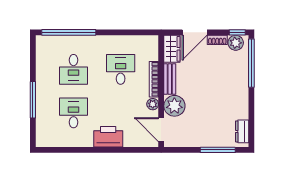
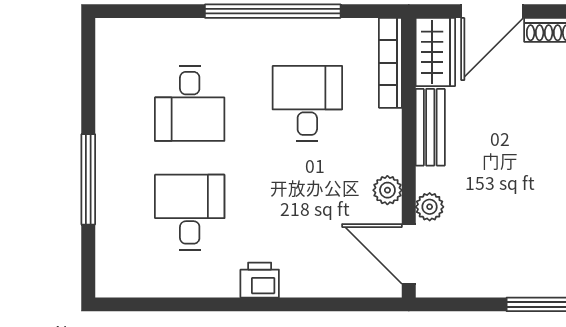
window: (69, 32) -> (273, 11), moved
bookcase: (154, 79) -> (390, 63), moved
plant: (174, 106) -> (430, 207), width x0.53, depth x0.53
printer: (108, 137) -> (260, 280), width x0.53, depth x0.68

